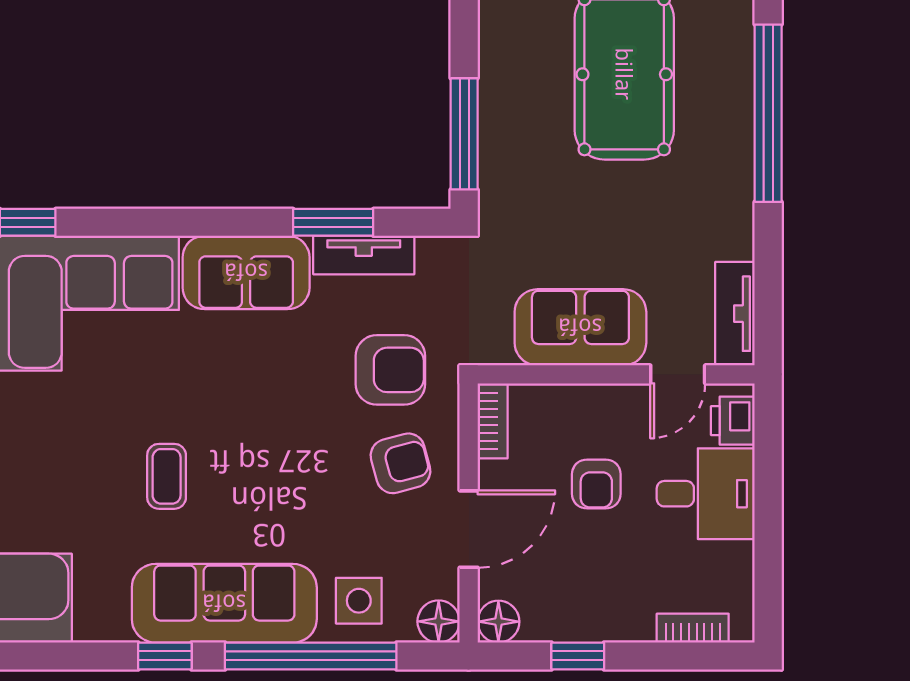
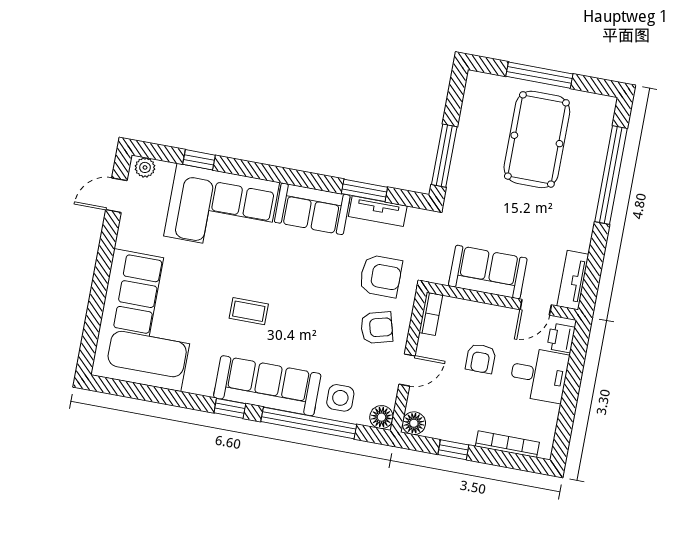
coffee table: (167, 476) -> (249, 311), turned 90
door: (469, 529) -> (407, 370), width x0.73
bookcase: (693, 628) -> (507, 444), width x1.56

